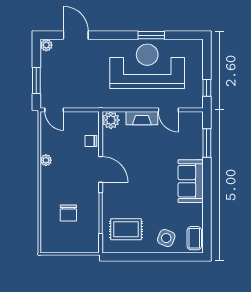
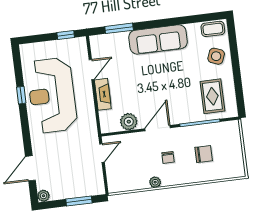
window: (151, 35) -> (21, 95), width x0.67
door: (54, 110) -> (102, 153), moved
plant: (111, 120) -> (129, 122), moved
chair: (91, 141) -> (168, 157), moved
sofa: (191, 181) -> (158, 39), width x1.36

